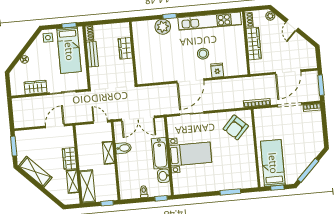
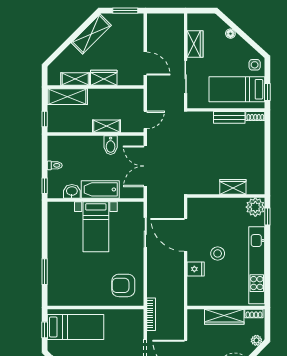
wardrobe: (125, 48) -> (233, 187), moved
wall: (133, 53) -> (226, 196), moved
armchair: (236, 127) -> (123, 285), turned -43

